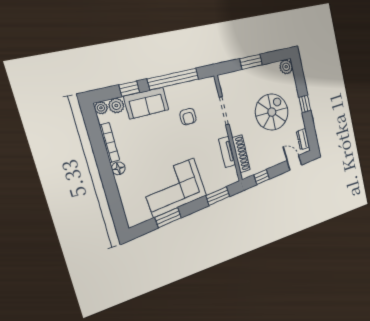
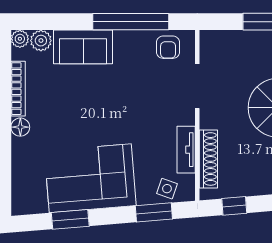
window: (129, 89) -> (65, 22), removed
armchair: (188, 117) -> (168, 47), moved
side table: (222, 179) -> (167, 189), added

